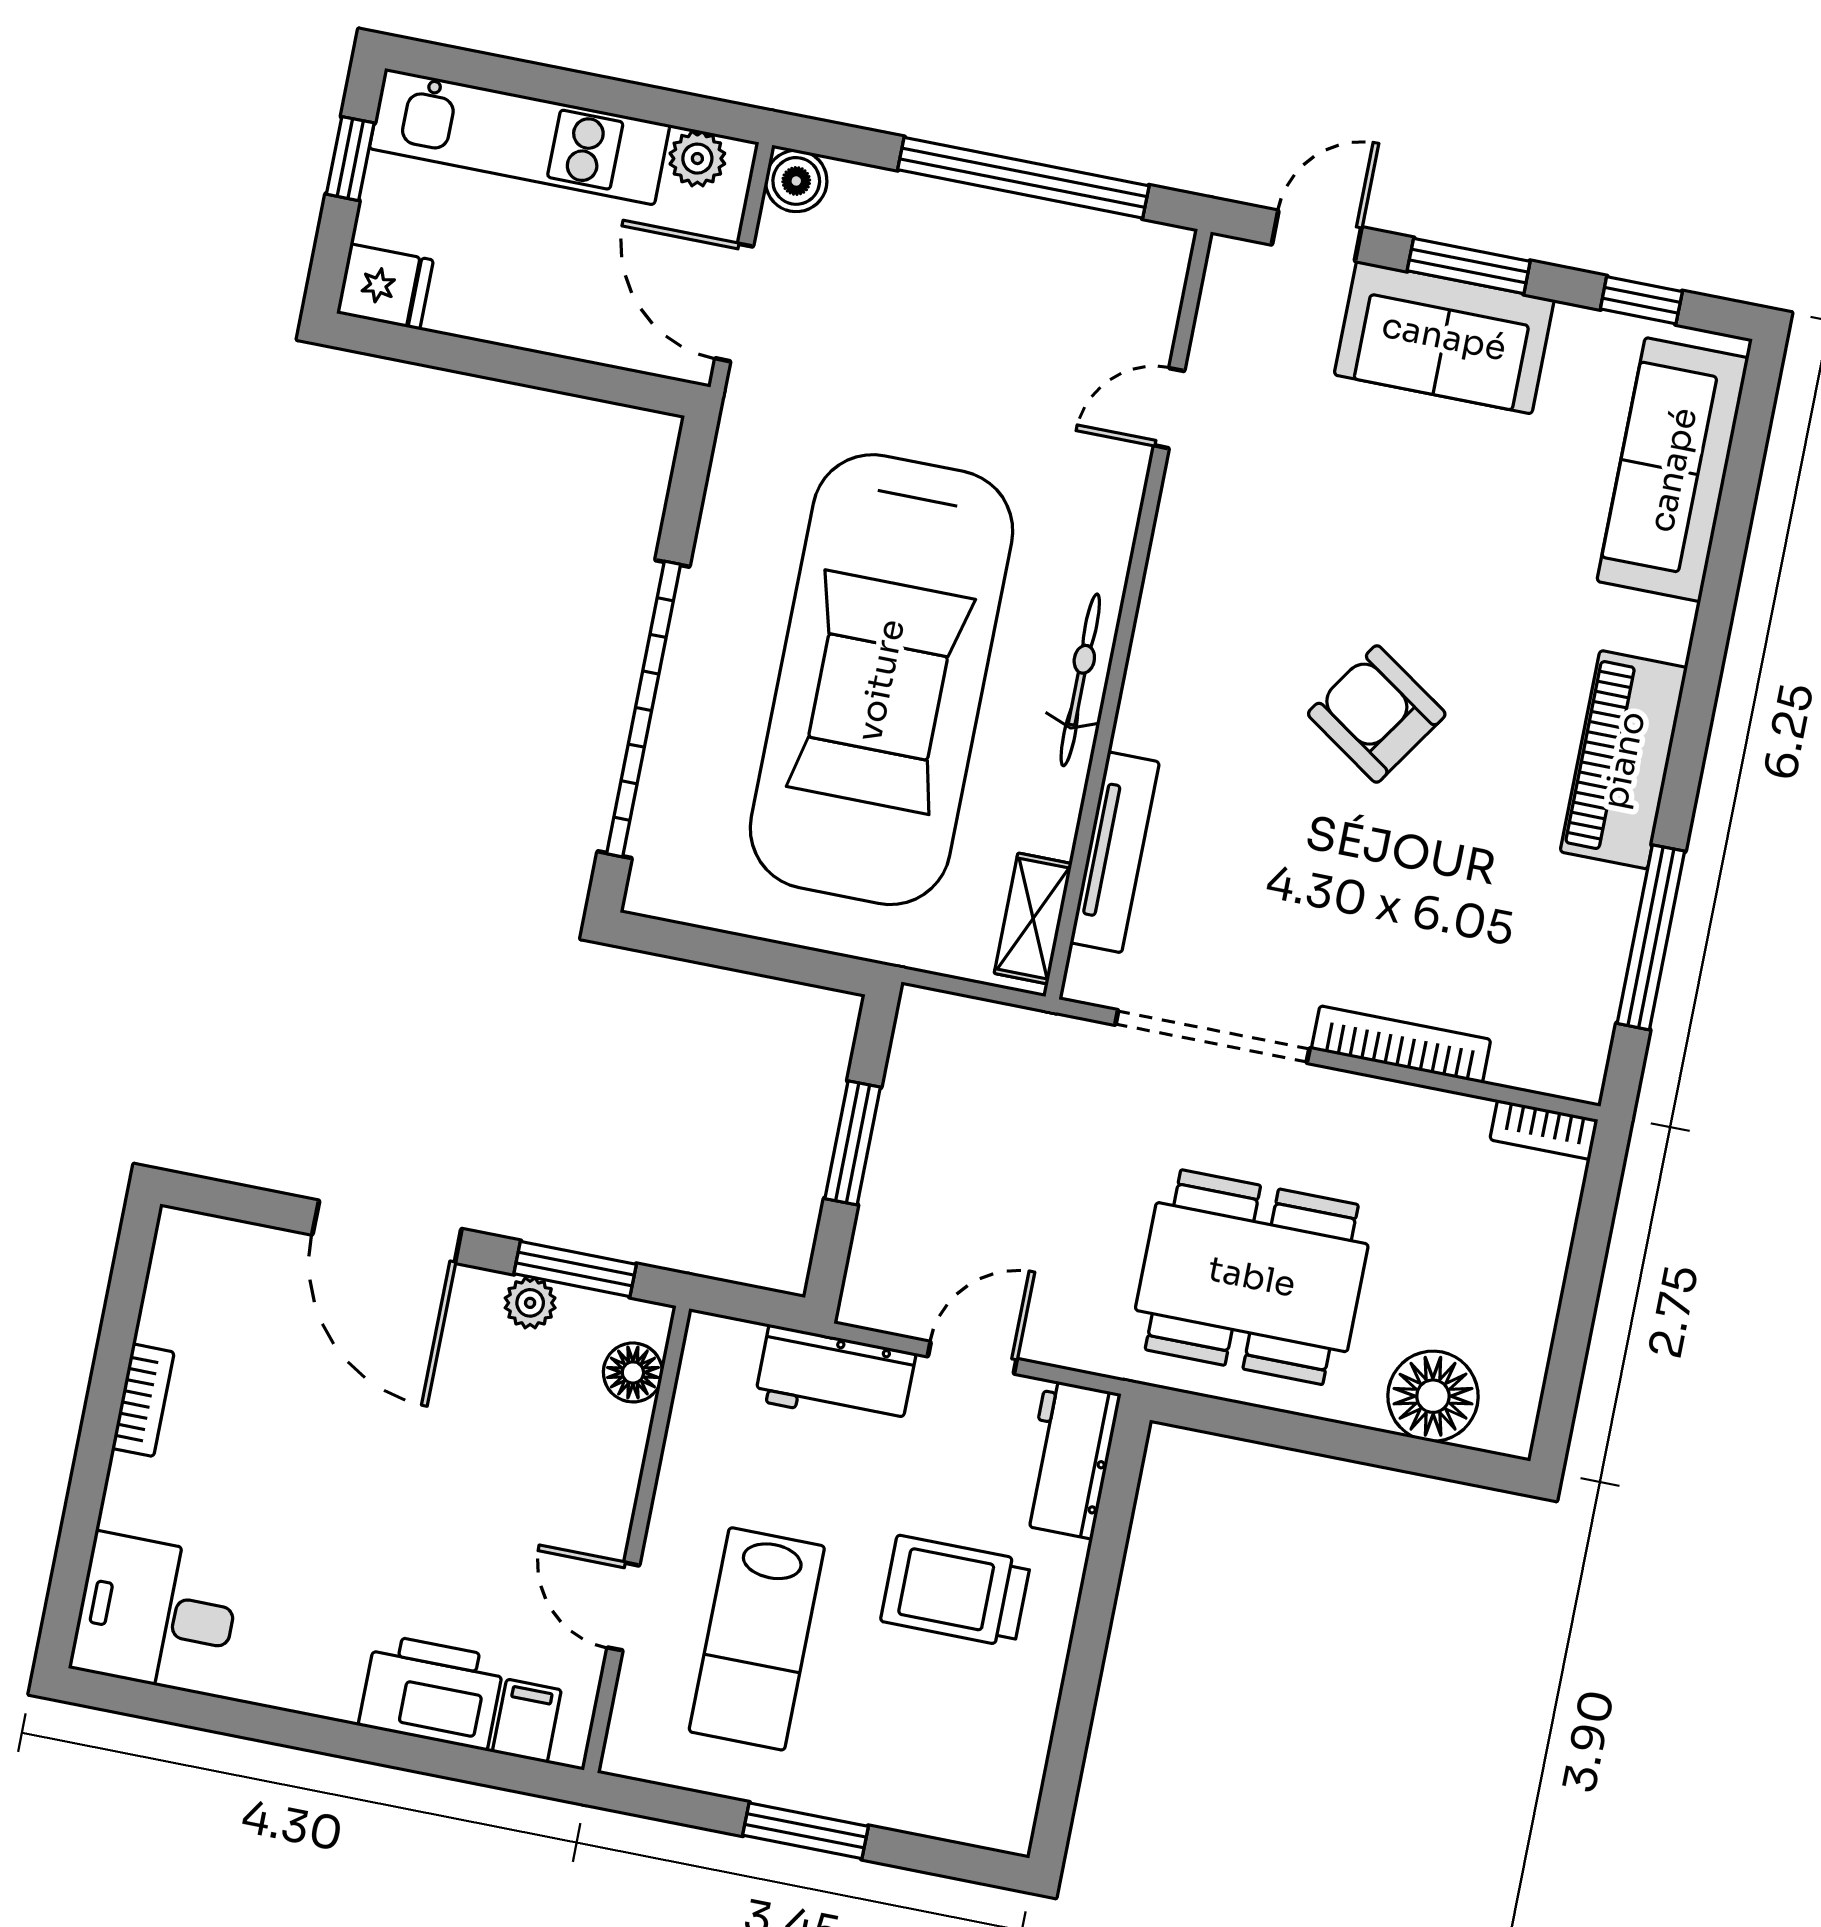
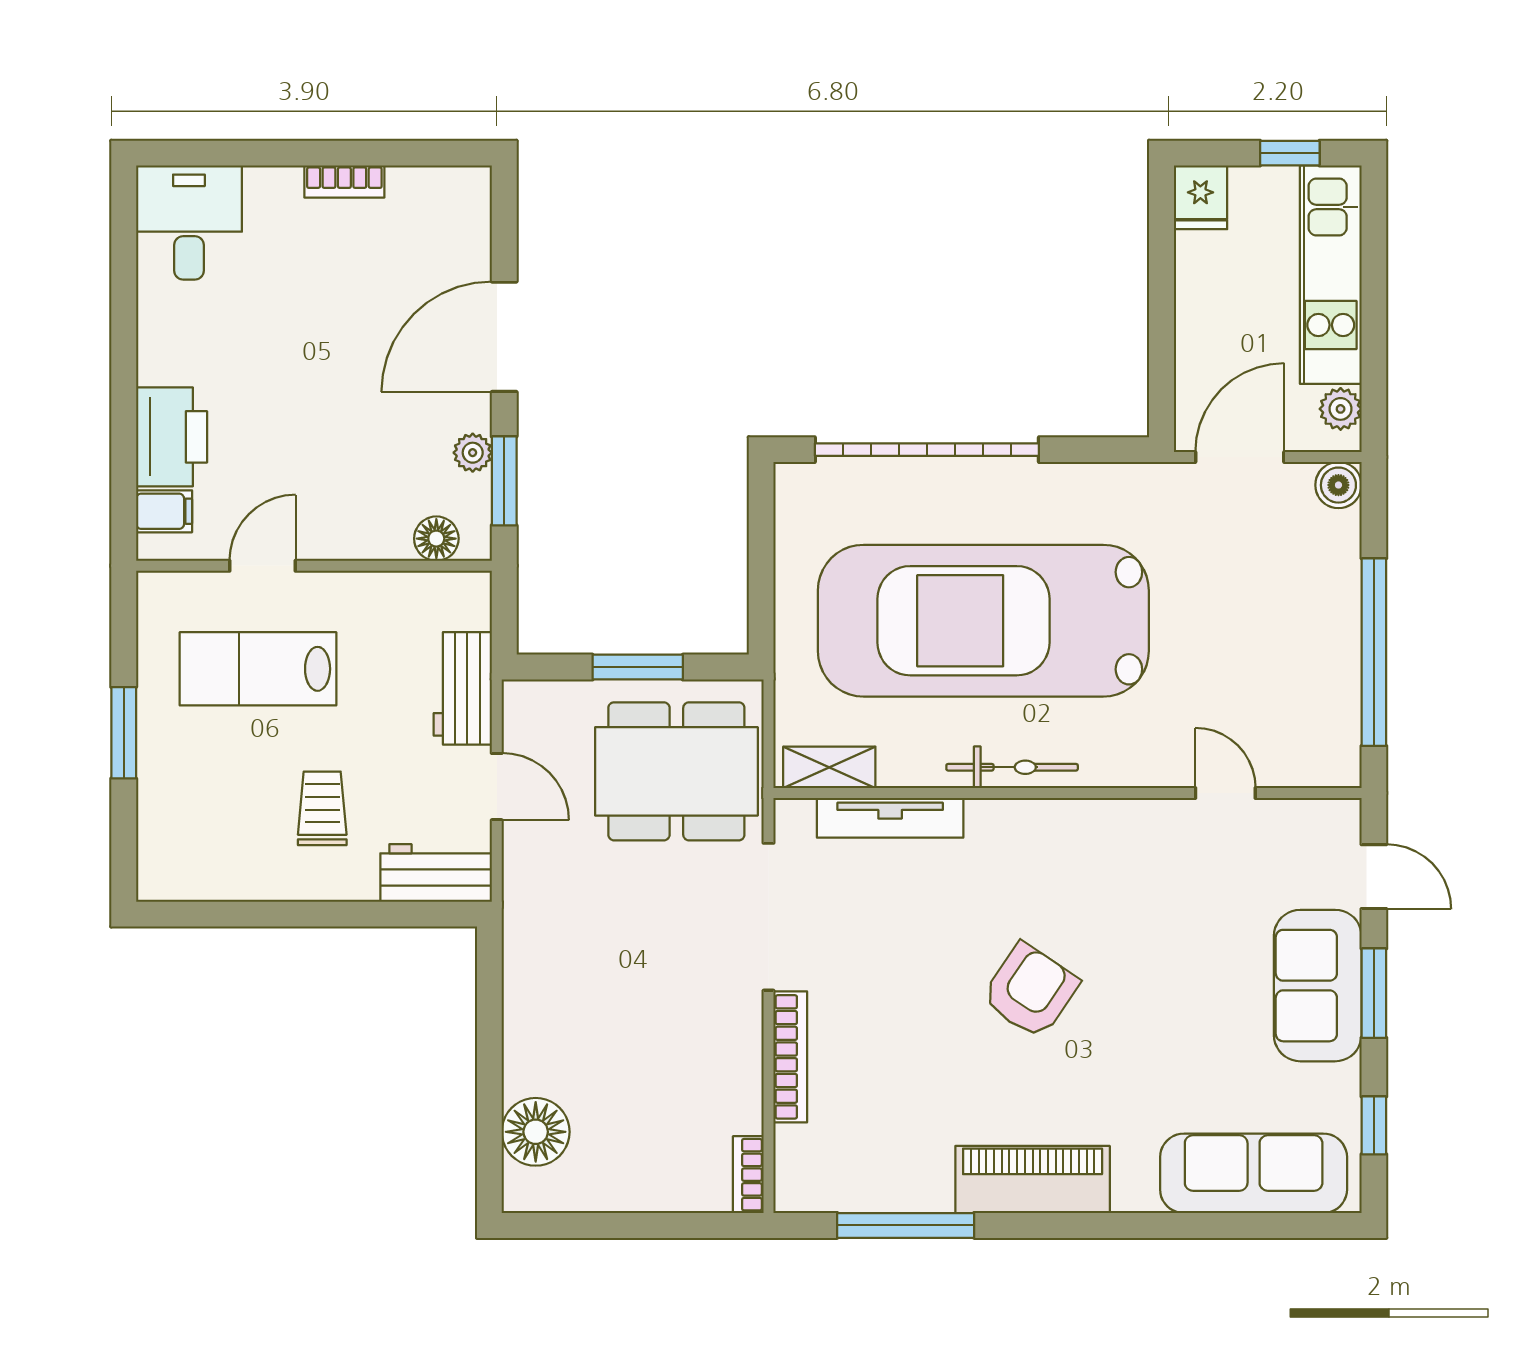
dining table: (1252, 1277) -> (676, 771), moved, turned 90
trolley: (956, 1591) -> (322, 808), width x0.73, depth x0.72

